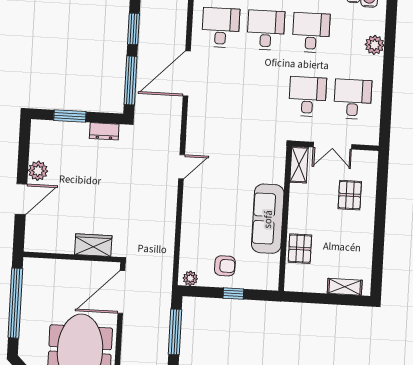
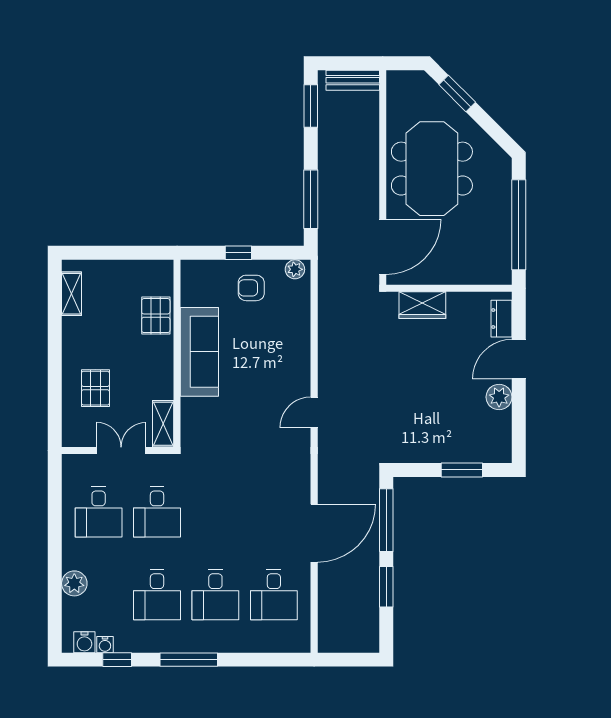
dresser: (104, 131) -> (501, 319), moved, turned -90
shelving: (345, 287) -> (72, 294), moved, turned 90

